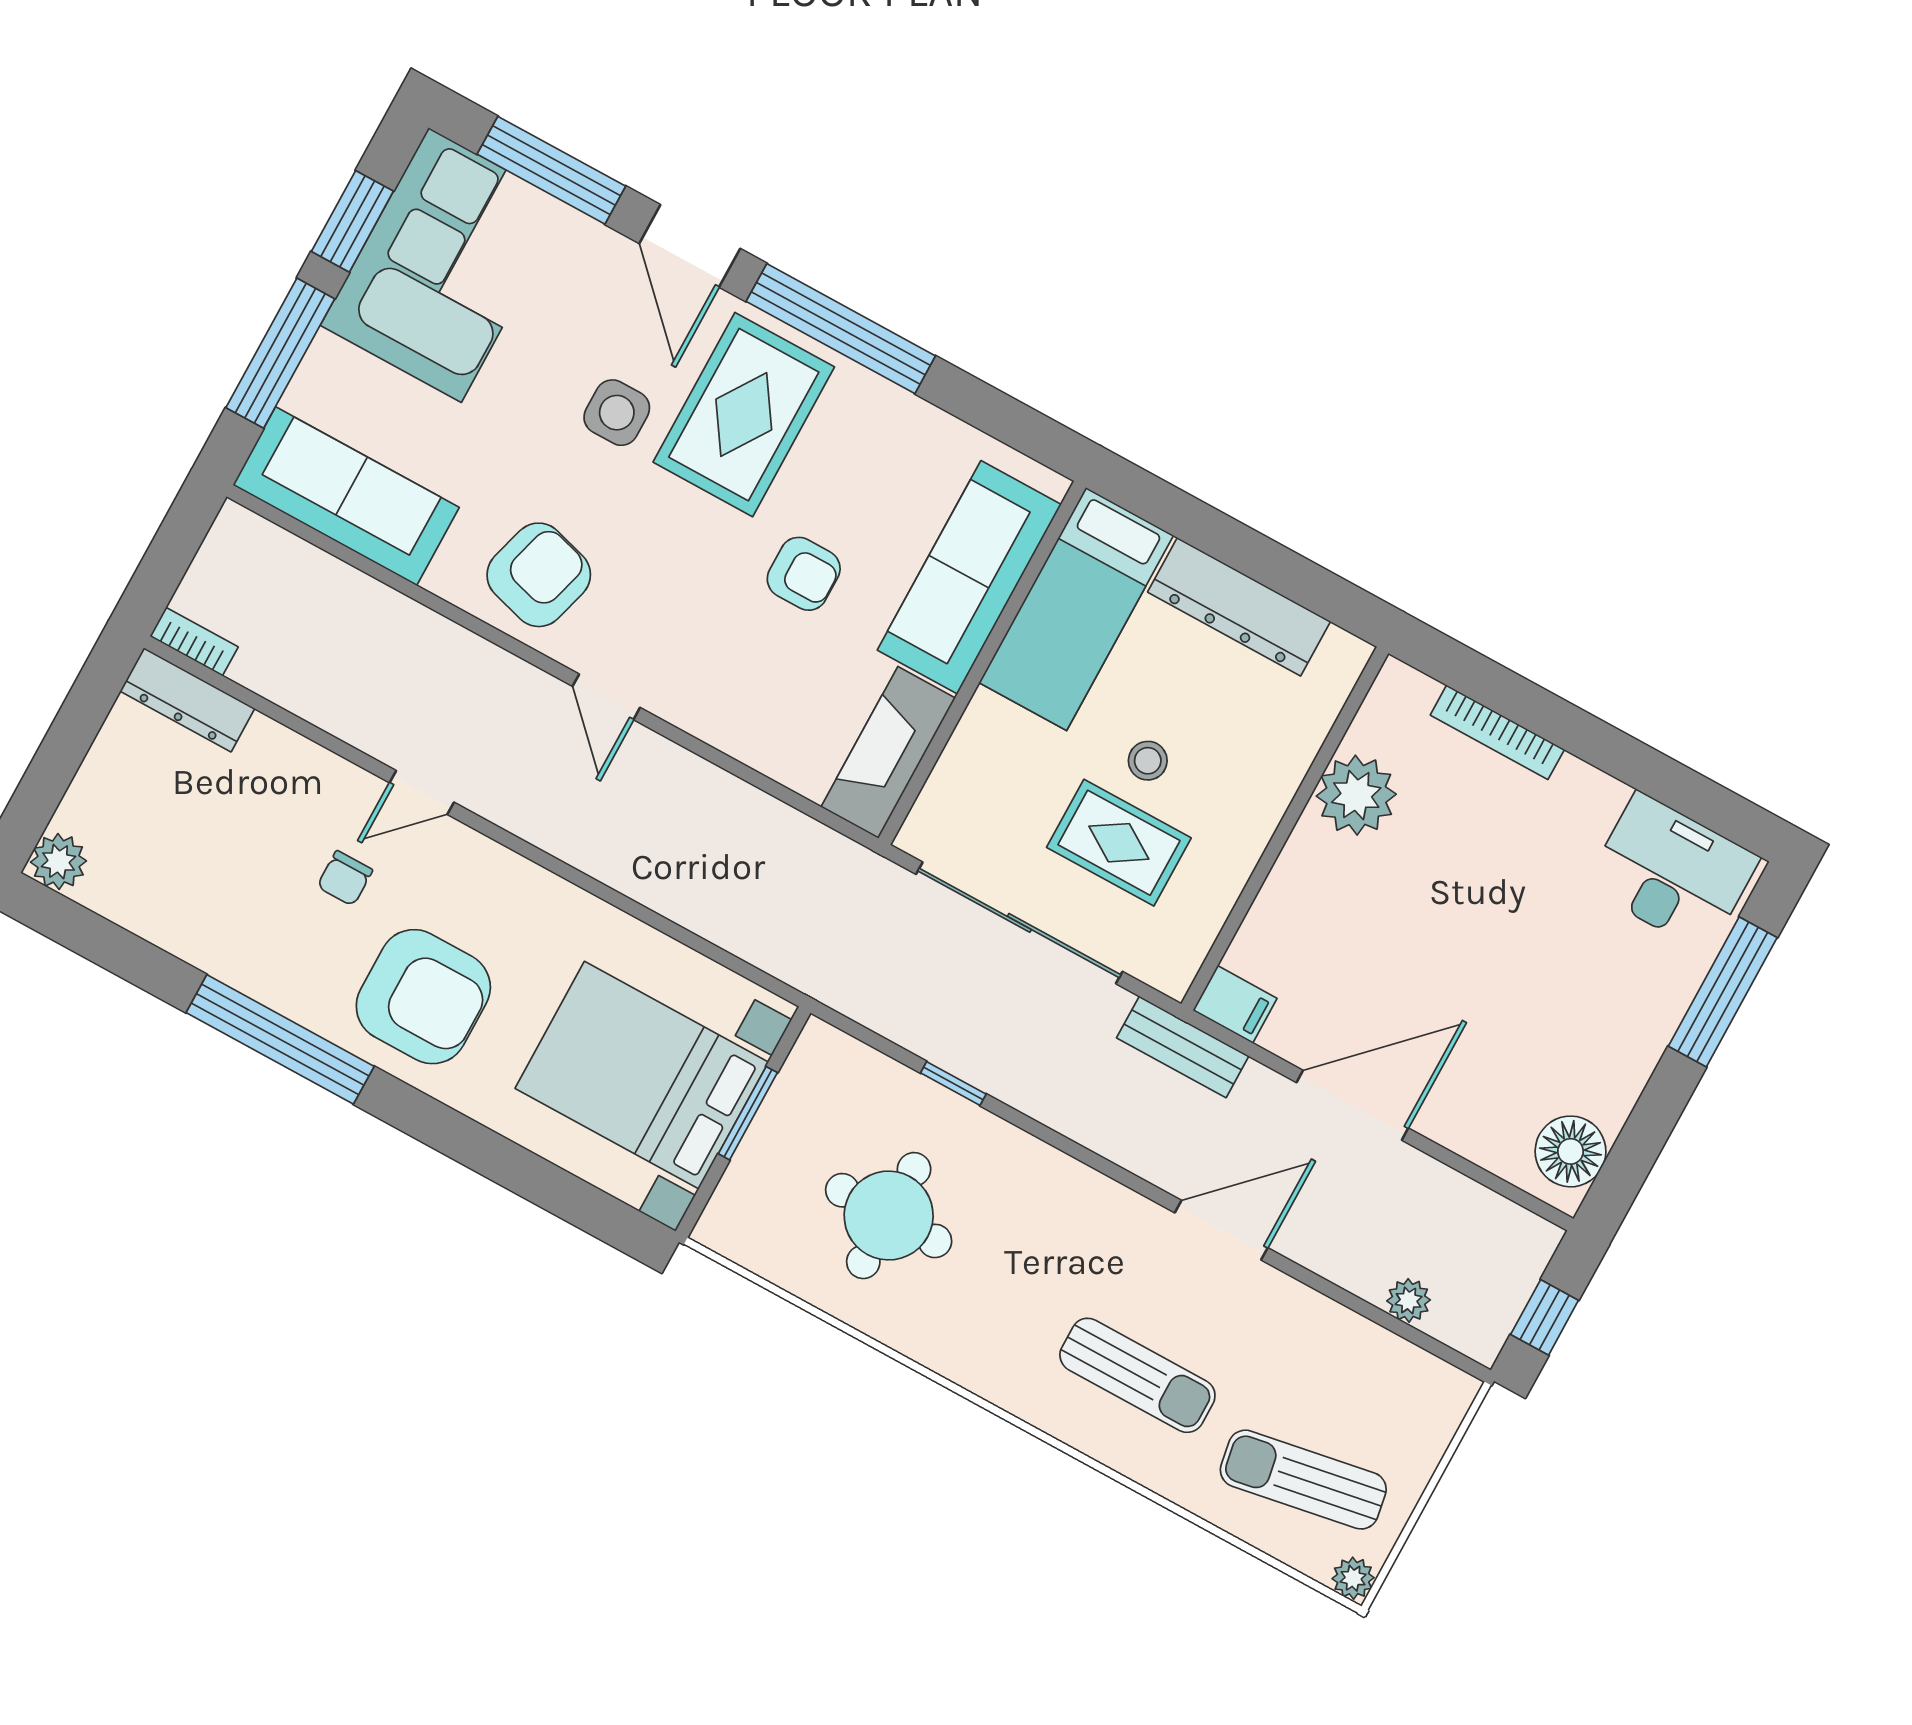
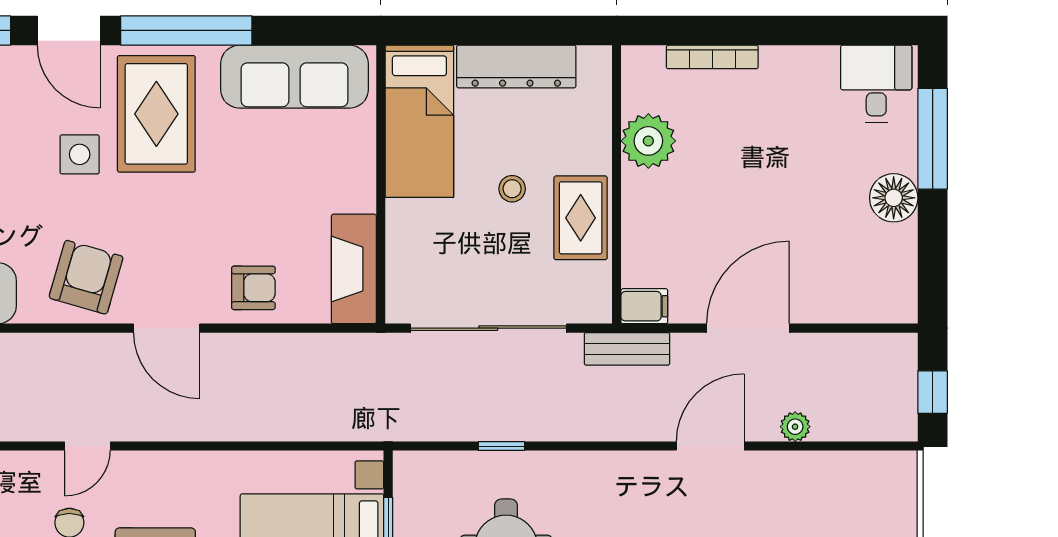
armchair: (804, 574) -> (253, 288), moved
sofa: (969, 577) -> (295, 77), moved, turned -90
door: (606, 697) -> (167, 328), width x1.38
rug: (1119, 843) -> (581, 218), moved, turned 90
desk: (1672, 872) -> (876, 84), width x0.73
floor lamp: (1571, 1151) -> (894, 198), moved
plant: (1409, 1300) -> (795, 427), moved

